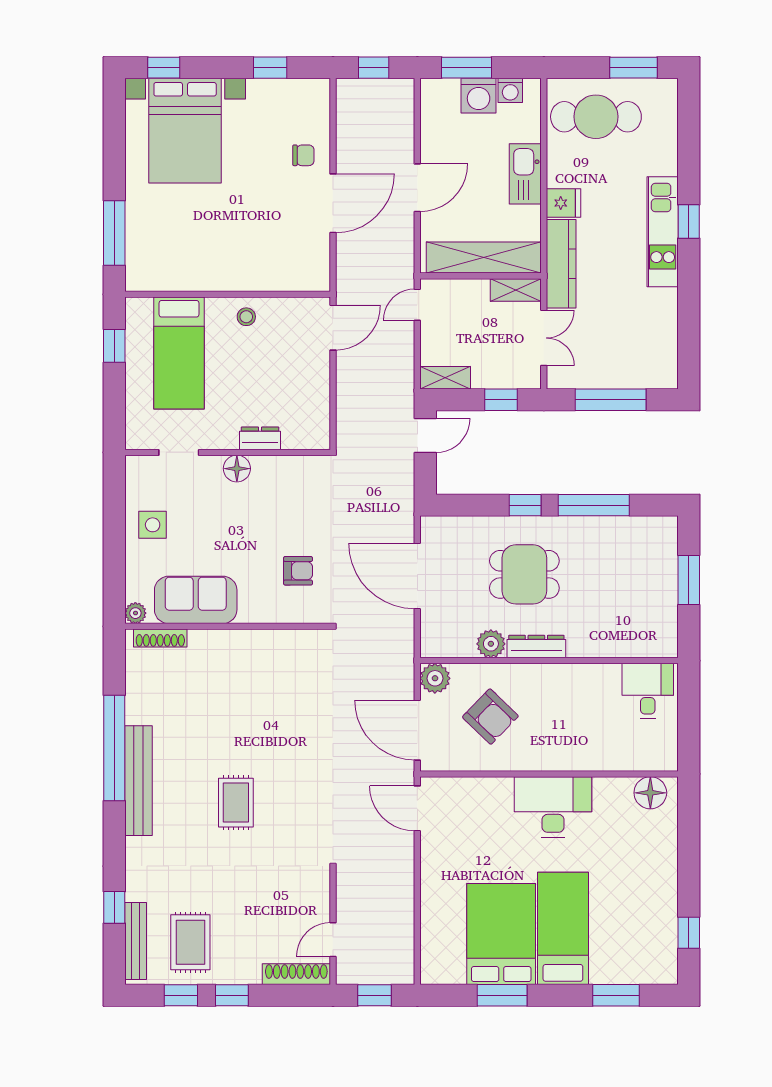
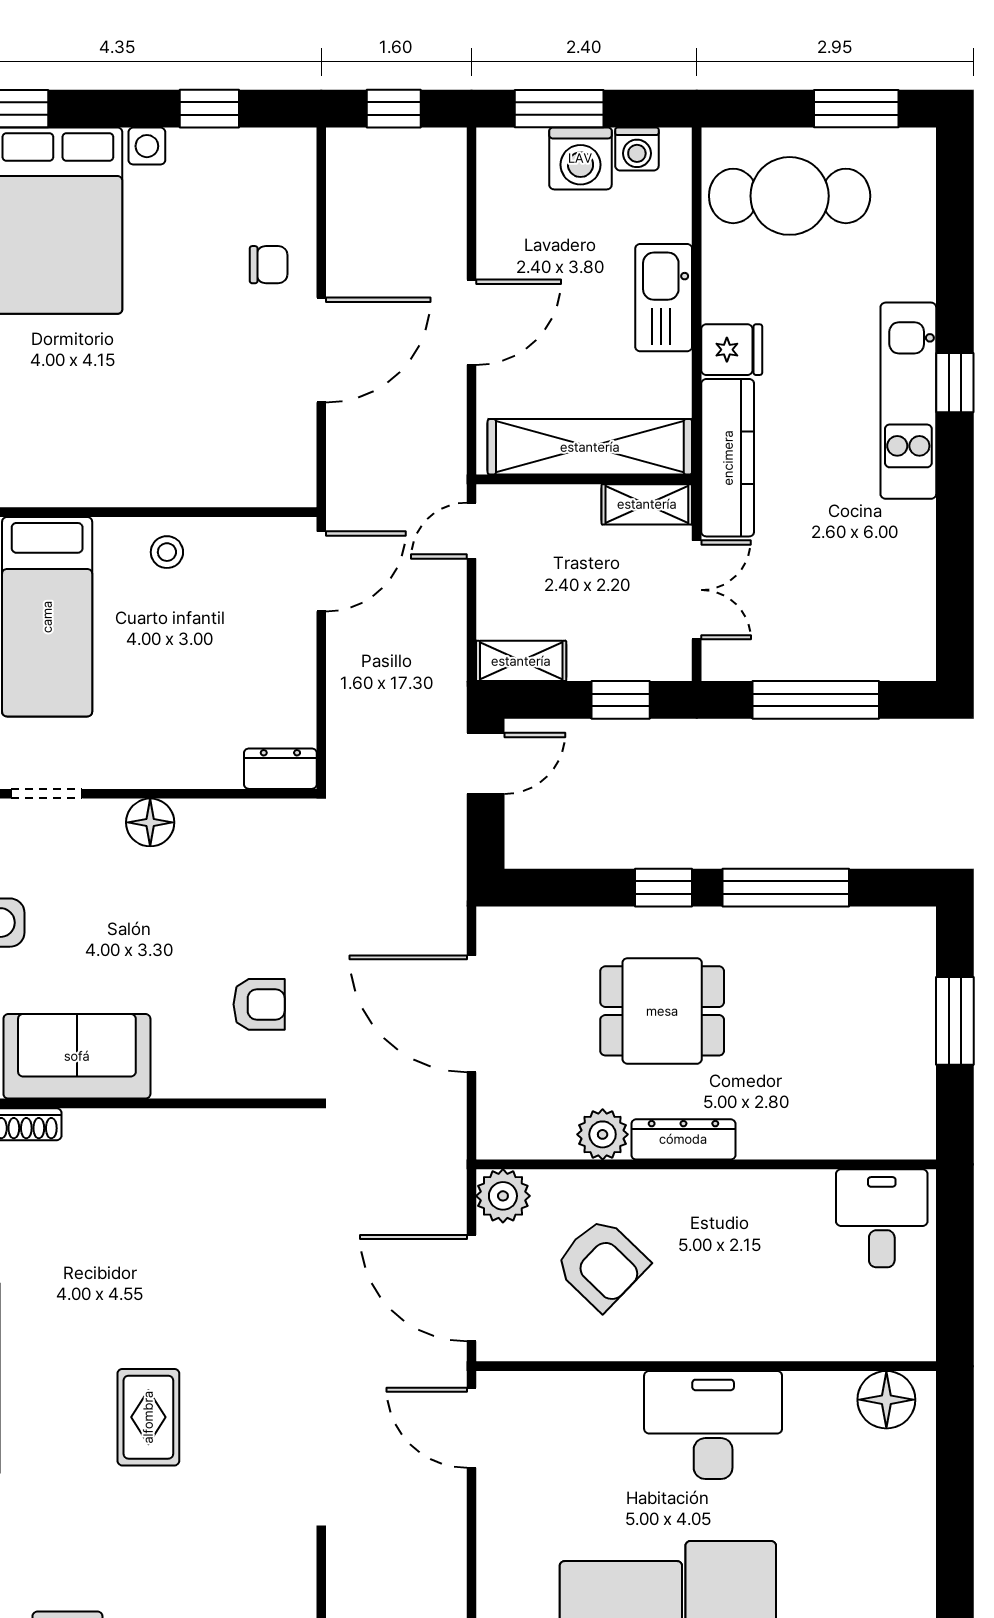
dresser: (260, 438) -> (280, 769), moved

